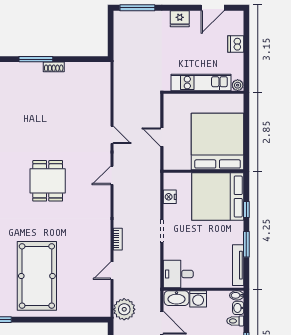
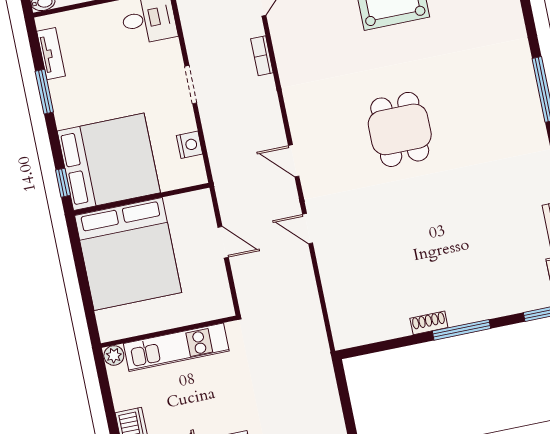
door: (112, 175) -> (294, 161), swing flipped
window: (246, 209) -> (63, 183), moved
tv unit: (238, 265) -> (51, 54), width x0.71

